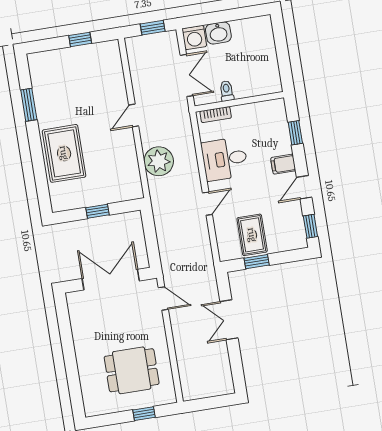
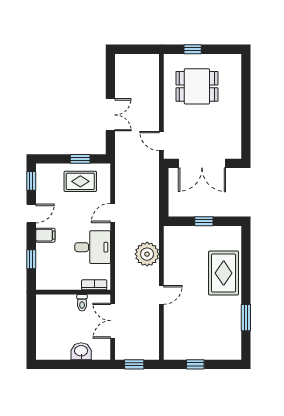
washing machine: (194, 37) -> (101, 351), removed
rug: (252, 235) -> (80, 181), turned 90

